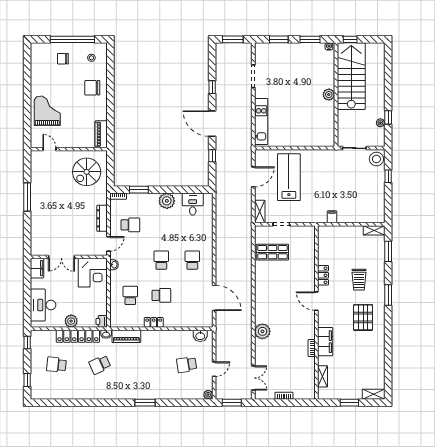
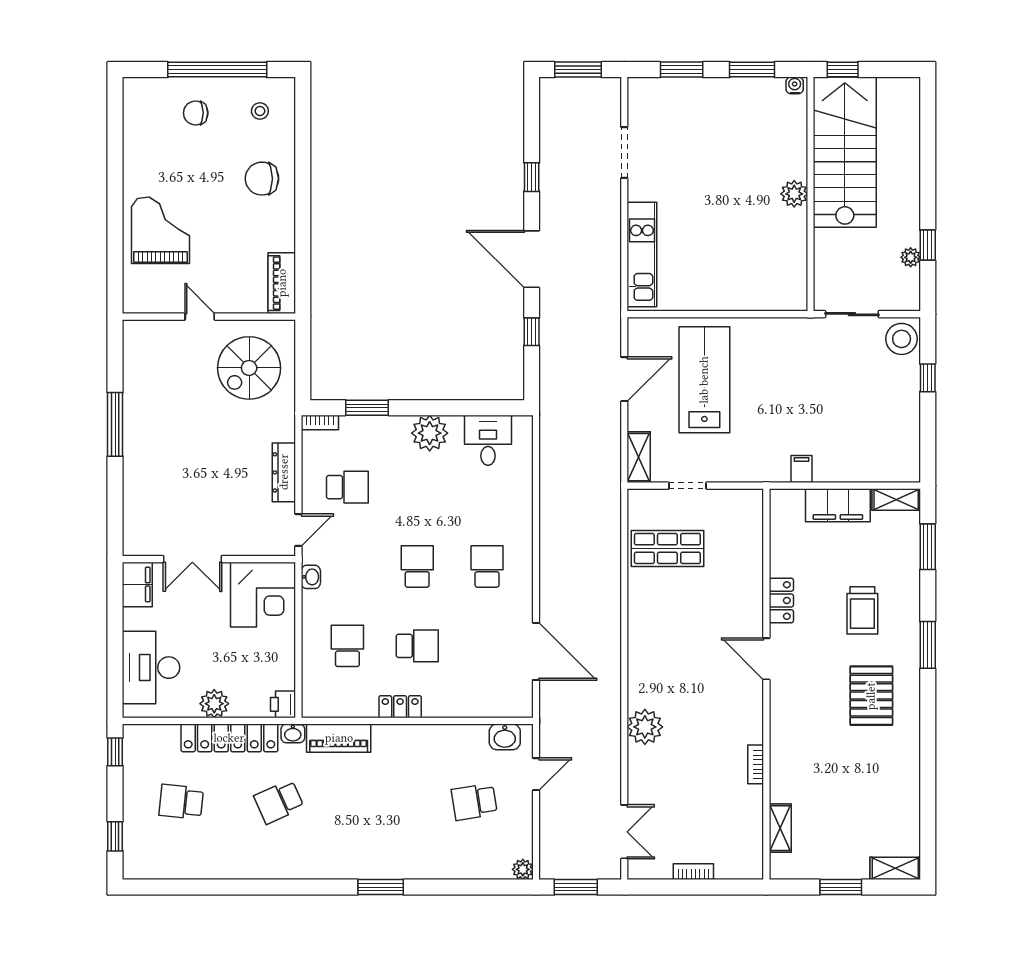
door: (49, 149) -> (200, 317), moved
filing cabinet: (325, 342) -> (838, 505), moved, turned 90
door: (214, 369) -> (536, 774), moved

